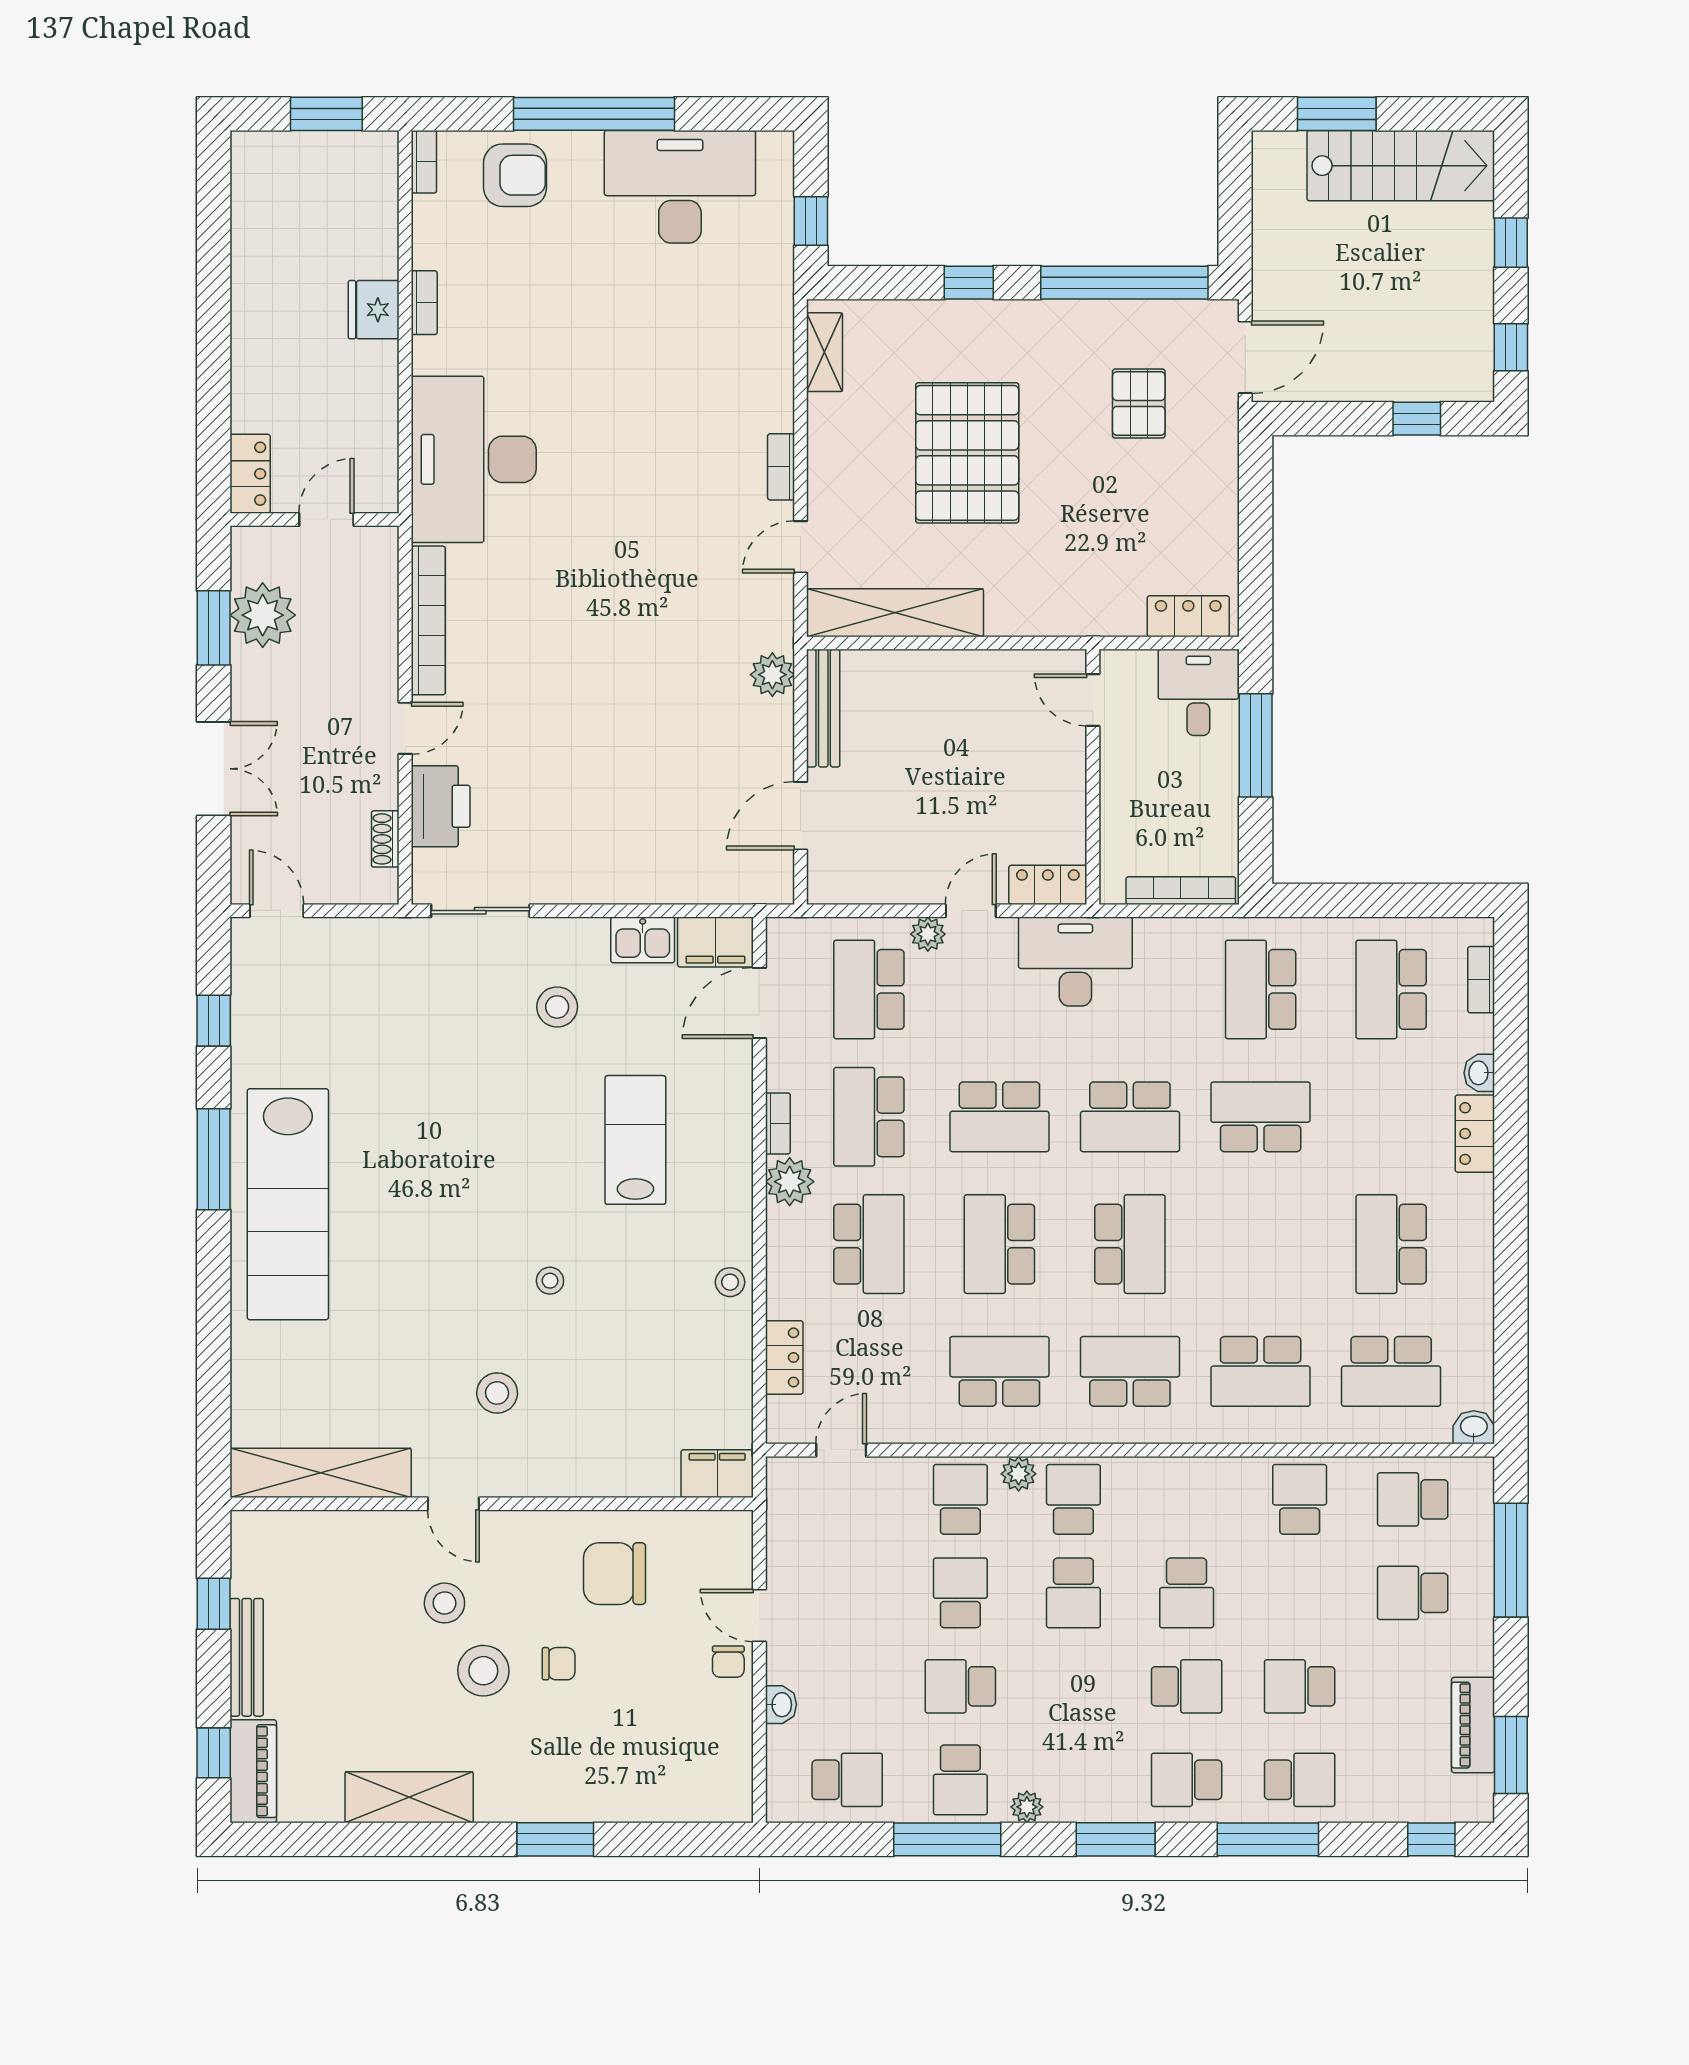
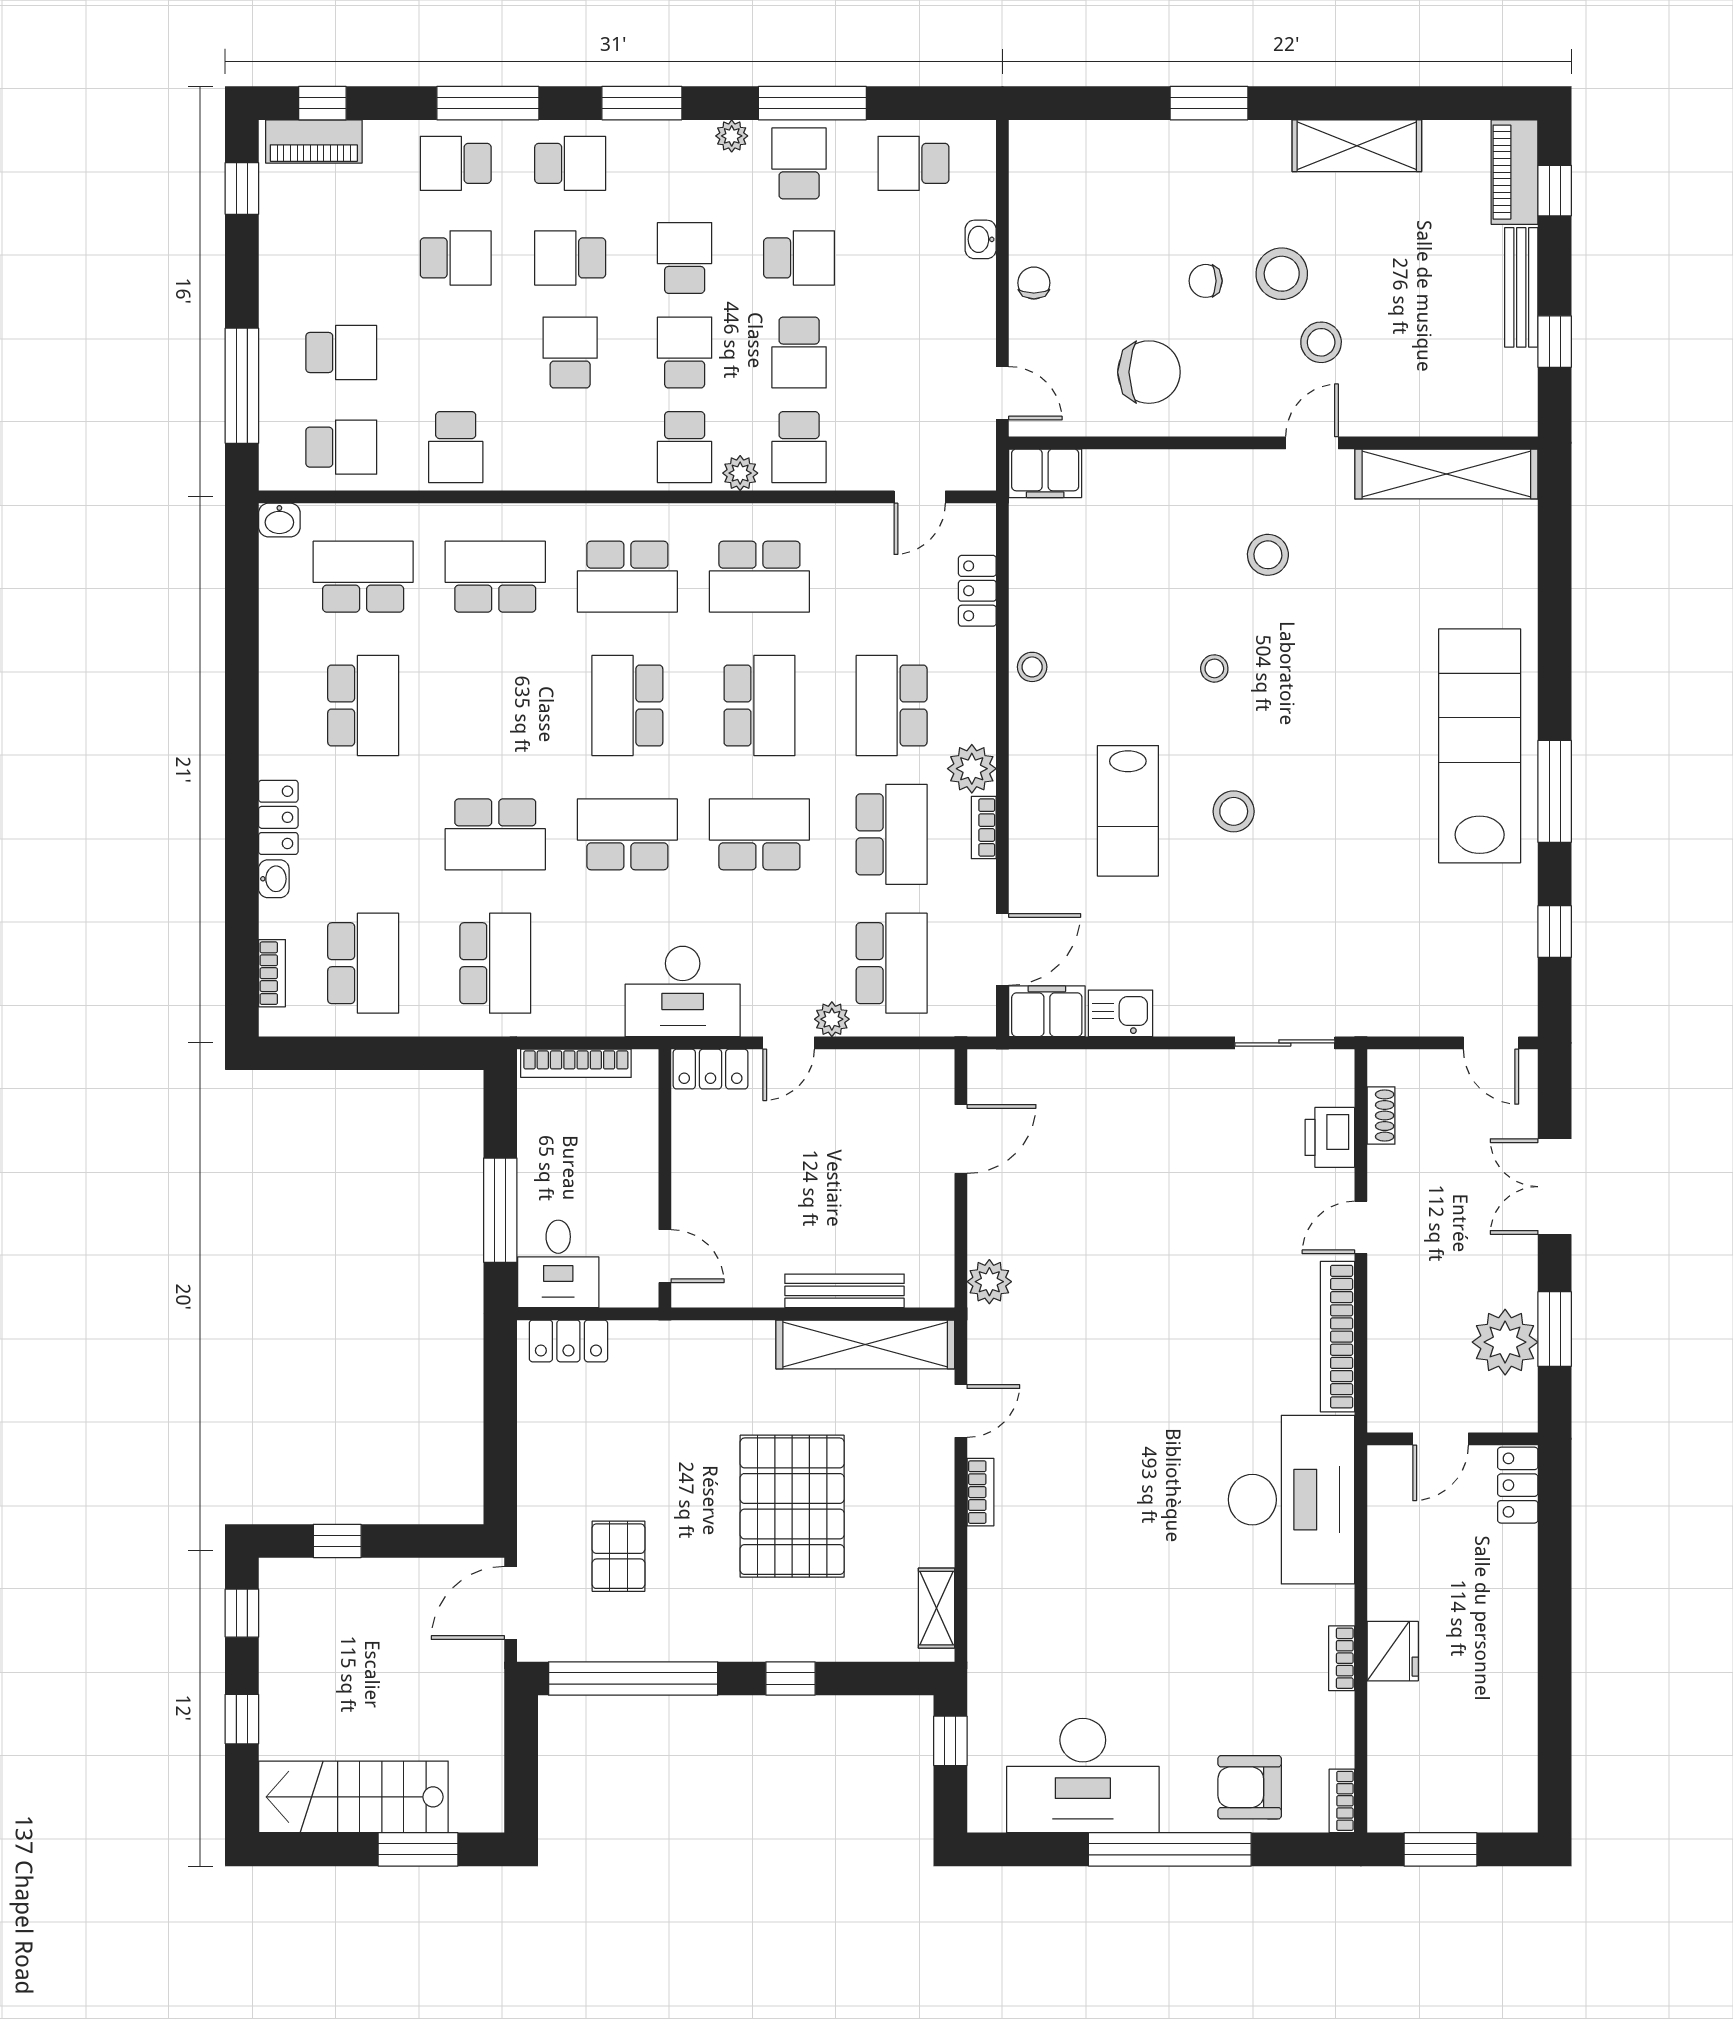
bench: (823, 708) -> (844, 1291), moved, turned 90
printer: (441, 806) -> (1330, 1137), width x0.73, depth x0.84
stool: (557, 1007) -> (1234, 811), moved
door: (453, 1504) -> (1312, 443), hinge flipped
door: (759, 1616) -> (1002, 393), moved
school desk: (1073, 1686) -> (685, 258), added
piano: (1473, 1725) -> (314, 141), moved, turned 90
window: (1511, 1755) -> (242, 188), width x0.67

